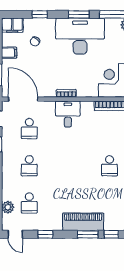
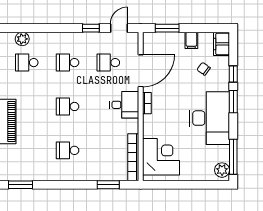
window: (79, 14) -> (233, 102), moved
door: (23, 99) -> (141, 71), moved
school desk: (69, 166) -> (68, 106), added

